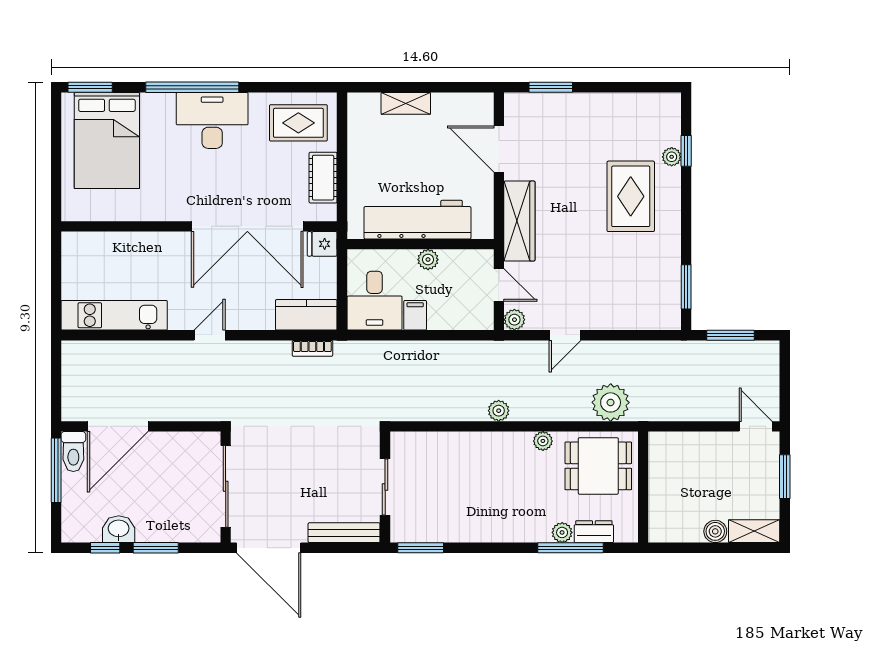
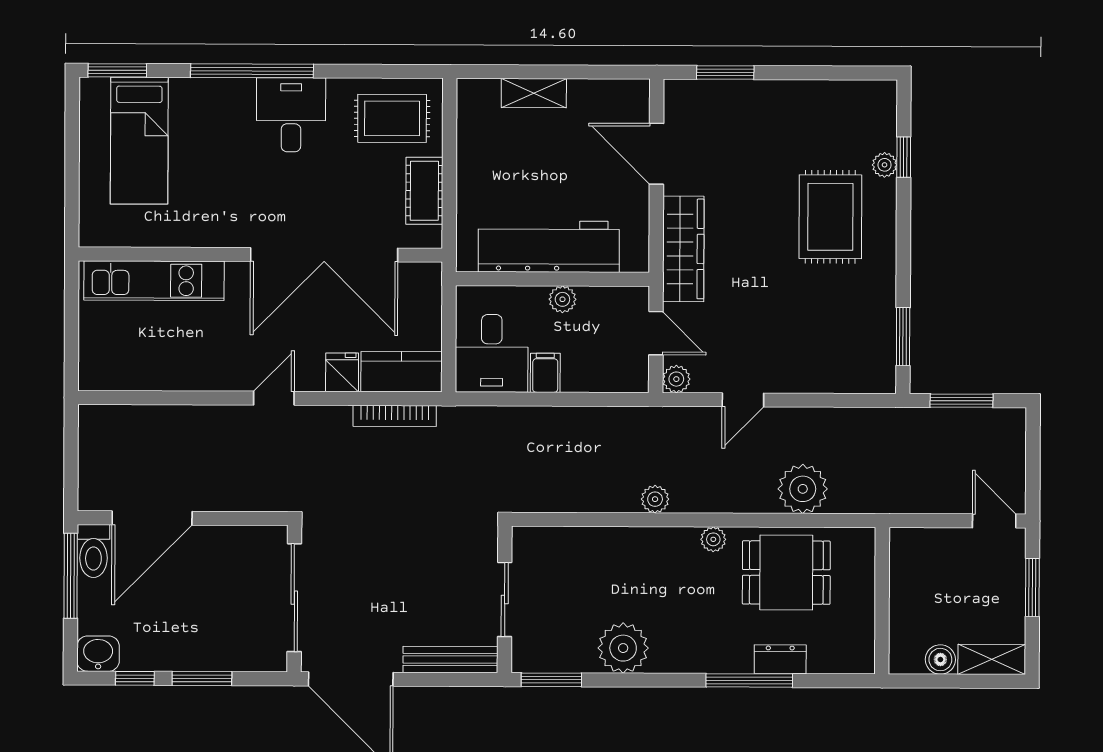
desk: (212, 120) -> (291, 115), width x0.73
bed: (107, 140) -> (139, 141), width x0.67
fridge: (322, 244) -> (342, 372), moved, turned 90
kitchen unit: (114, 315) -> (154, 281), moved, turned 180
bookcase: (312, 348) -> (395, 416), width x1.56
wall: (643, 487) -> (882, 601), moved
washbasin: (119, 529) -> (98, 654), moved
plant: (562, 532) -> (623, 648), moved, width x1.88, depth x1.88

